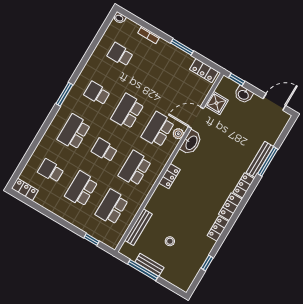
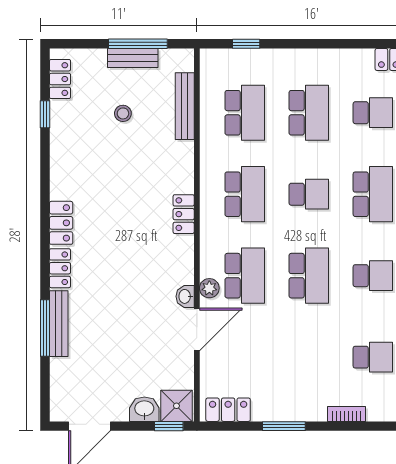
shower: (216, 103) -> (176, 406), moved
washbasin: (191, 143) -> (185, 296), width x0.52, depth x0.69
locker: (218, 229) -> (60, 79), moved

